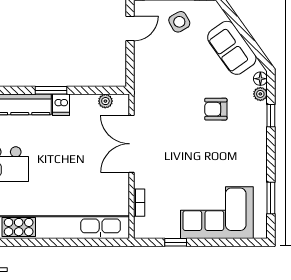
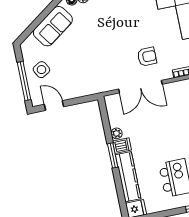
plant: (105, 101) -> (117, 133), moved
armchair: (216, 109) -> (147, 57), moved, turned -90

